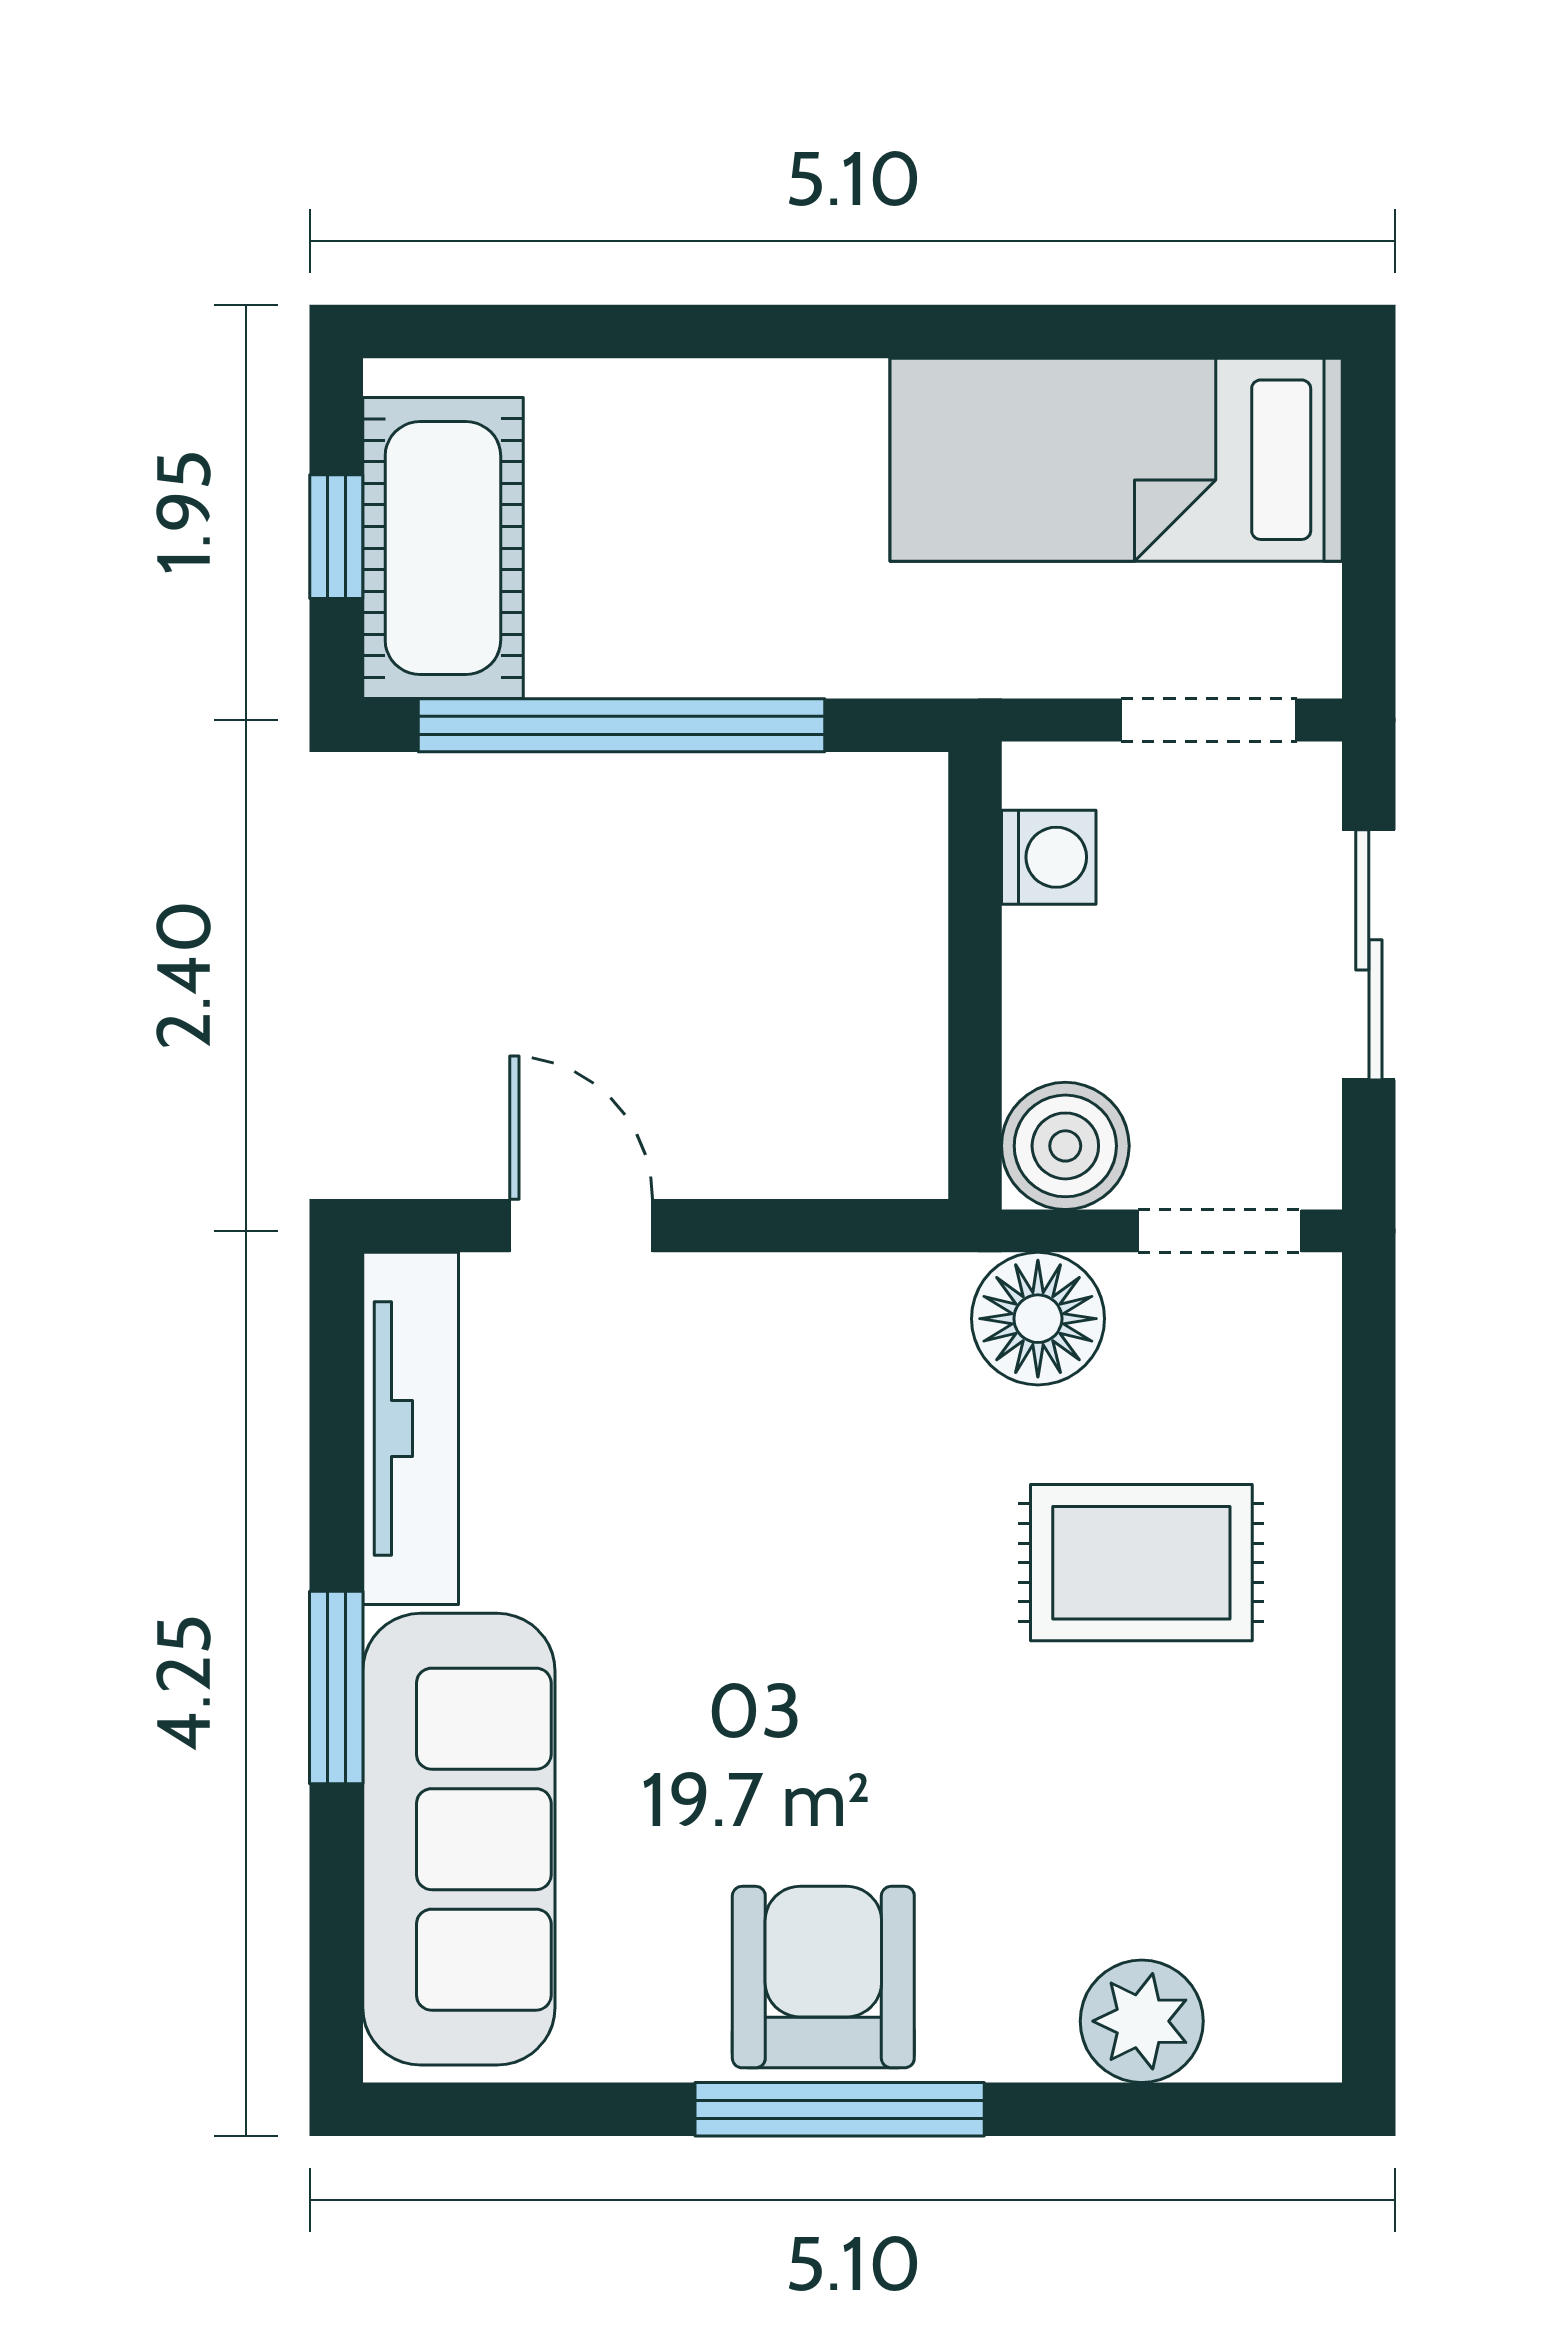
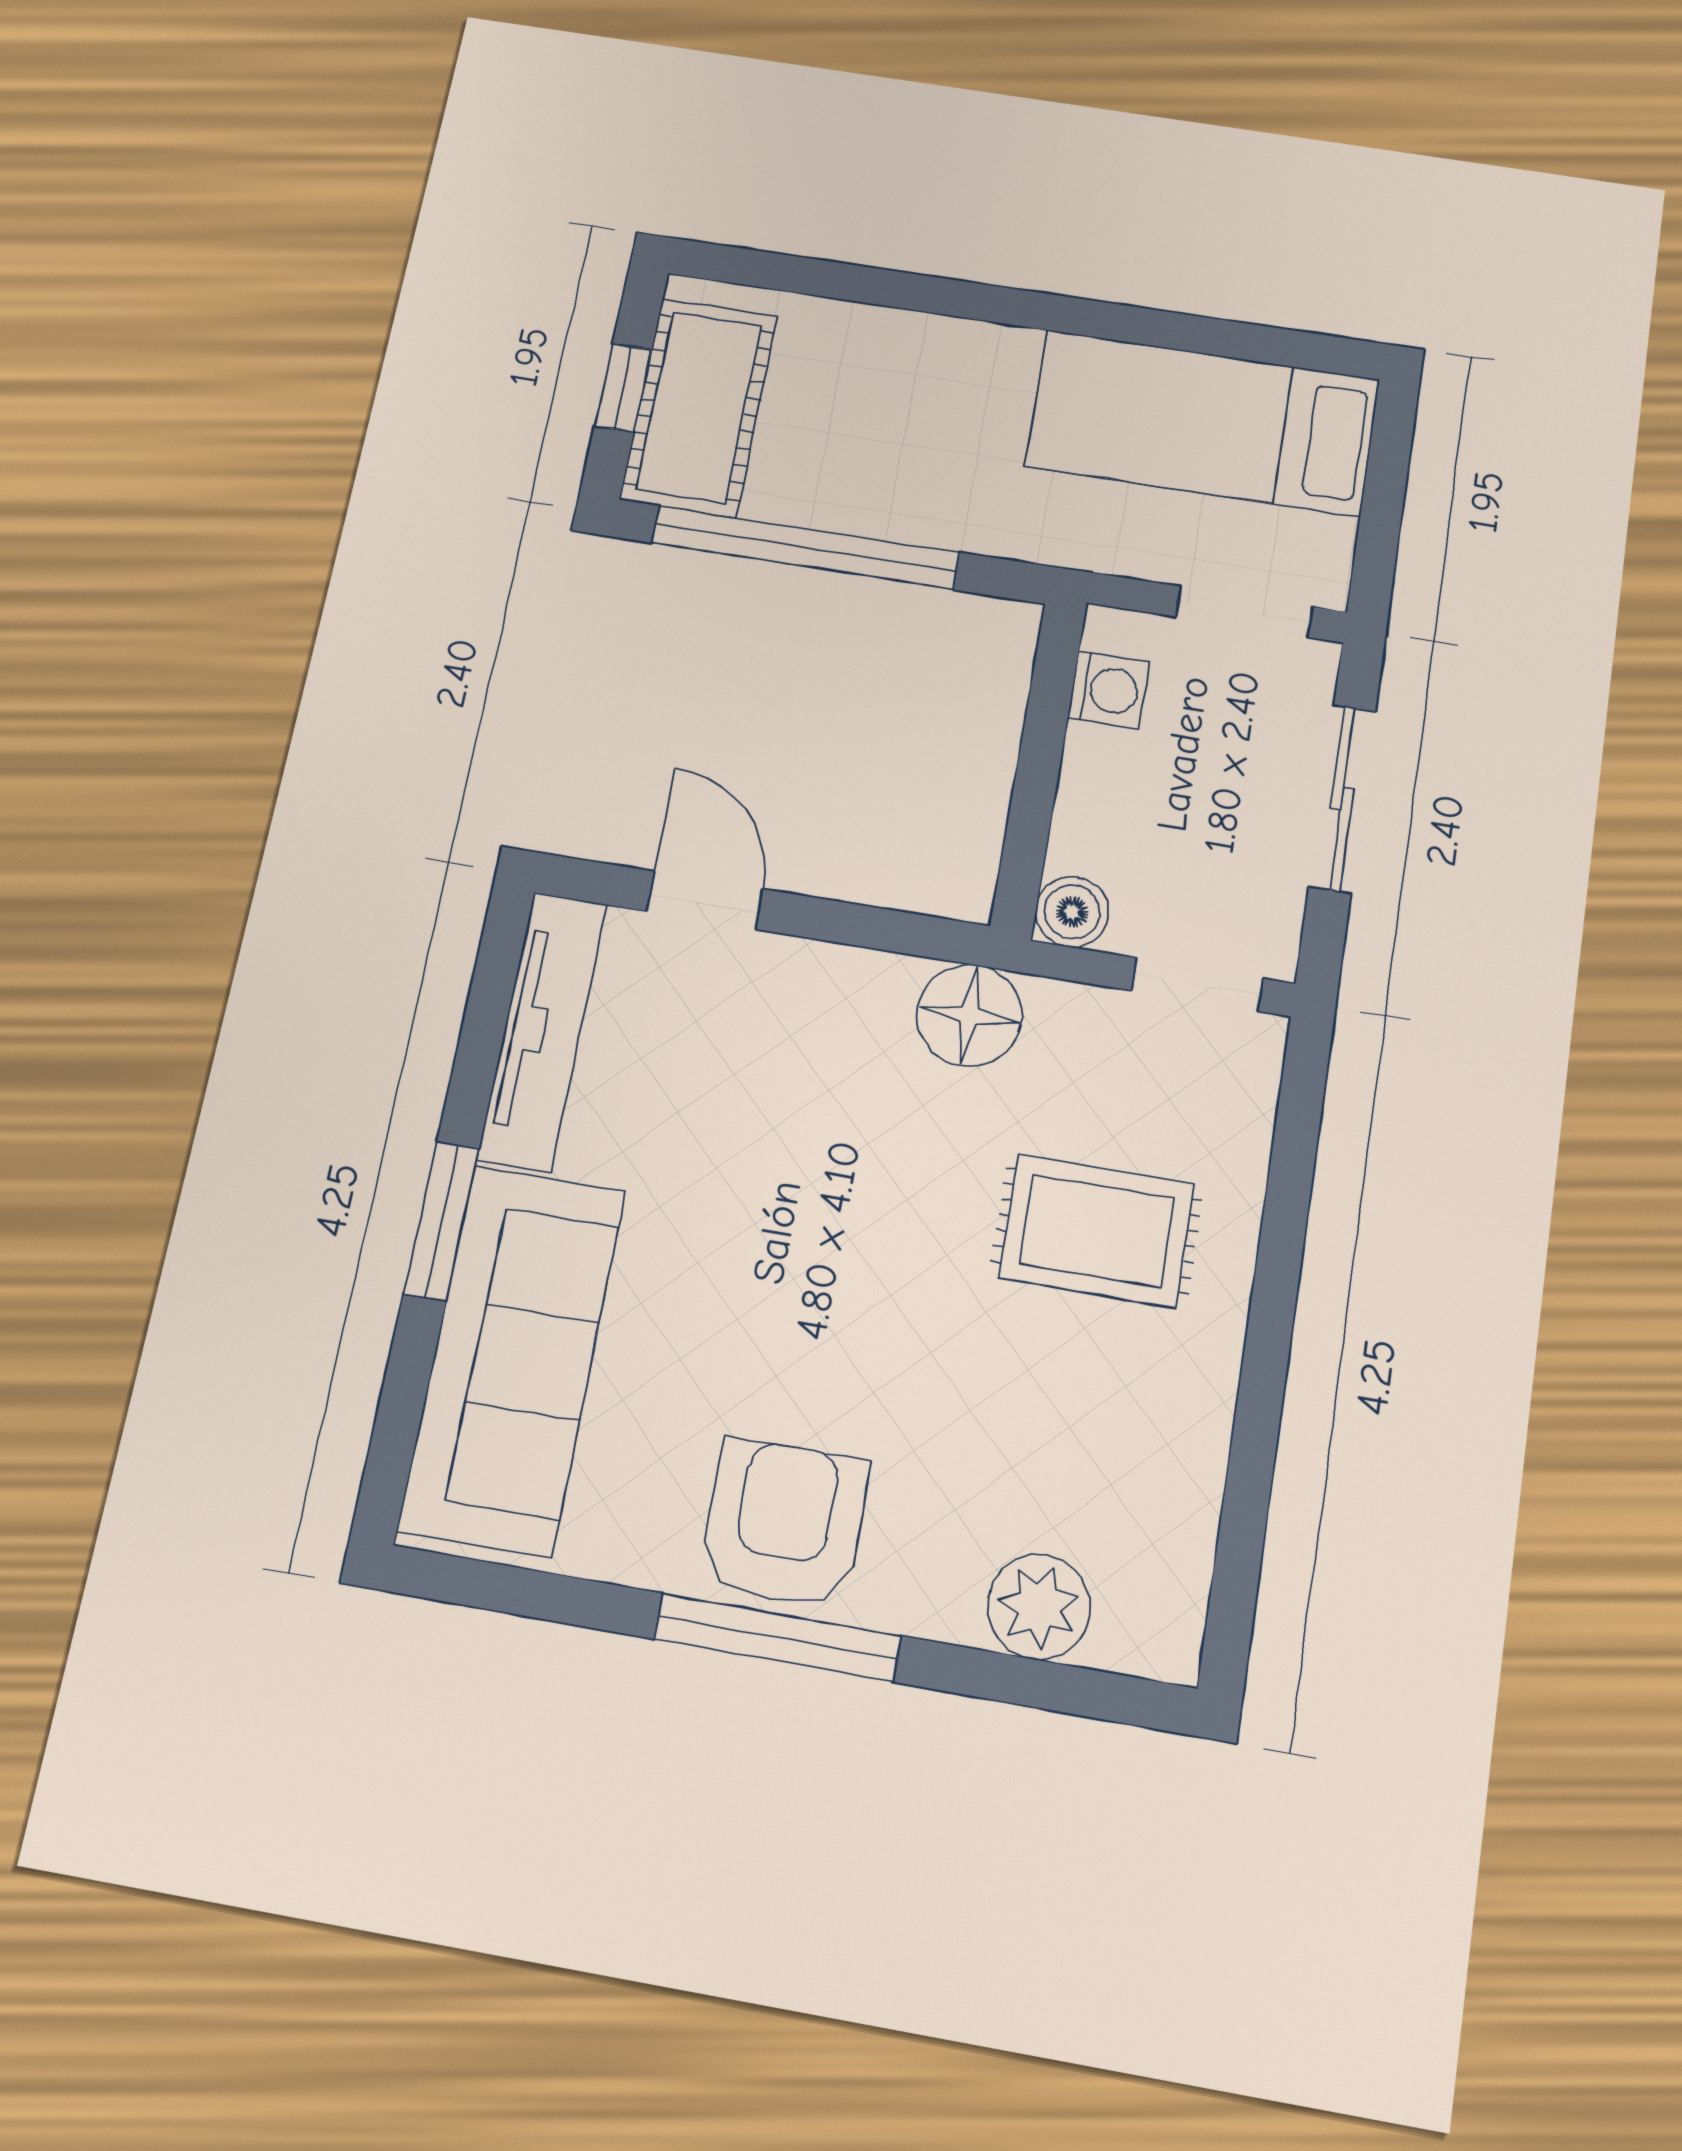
boiler: (1065, 1146) -> (1072, 912), width x0.73, depth x0.73
floor lamp: (1038, 1319) -> (969, 1015), moved

